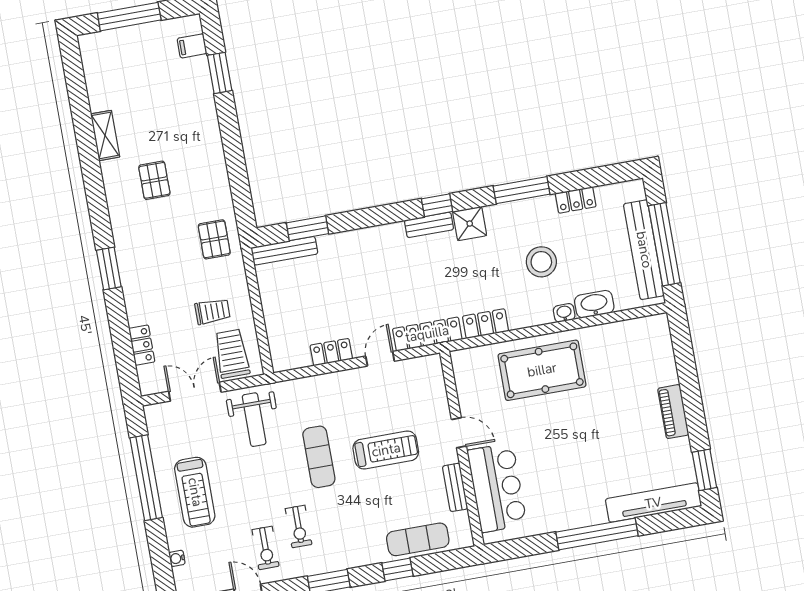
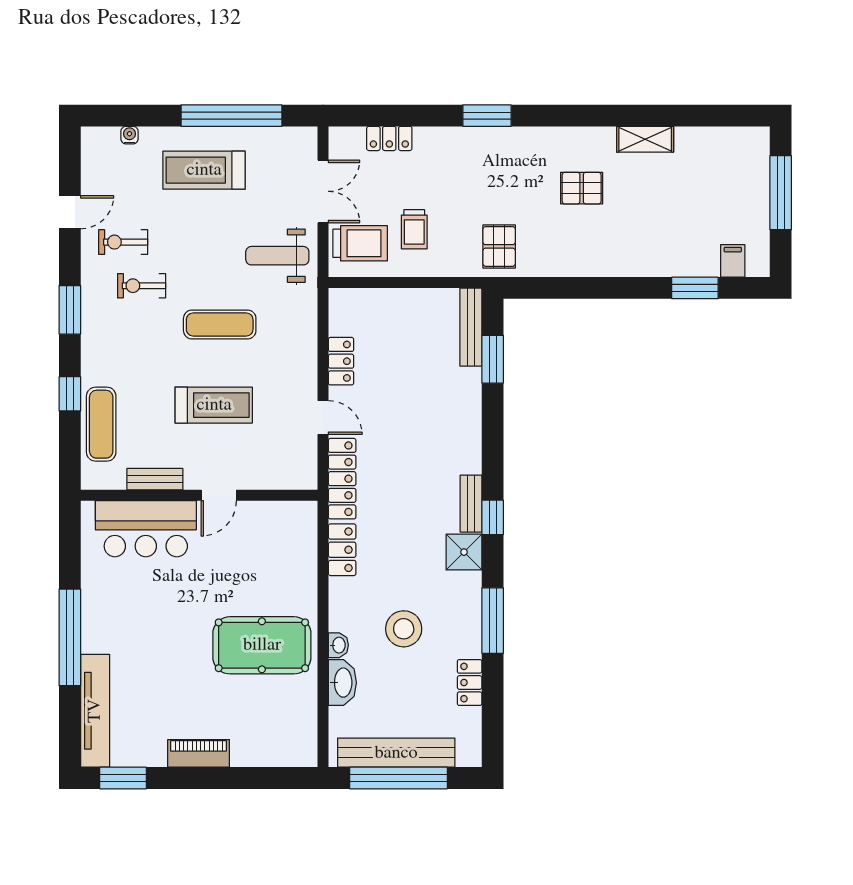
pallet: (214, 239) -> (499, 246), turned 90
pool table: (542, 370) -> (262, 645), moved, turned 90
treadmill: (386, 450) -> (214, 405), turned -90

